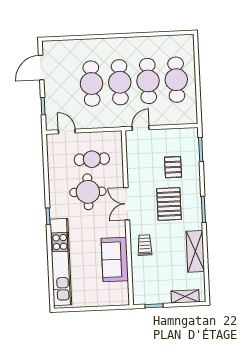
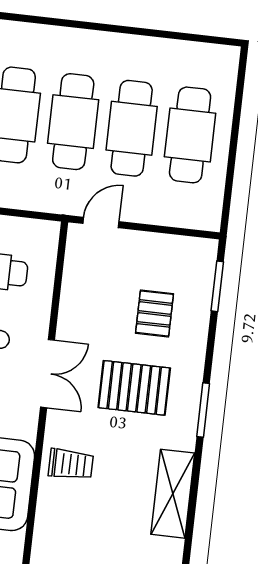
double door: (127, 204) -> (47, 374), swing flipped
pallet: (169, 204) -> (134, 388), turned 90
trolley: (145, 245) -> (71, 464), turned 90

